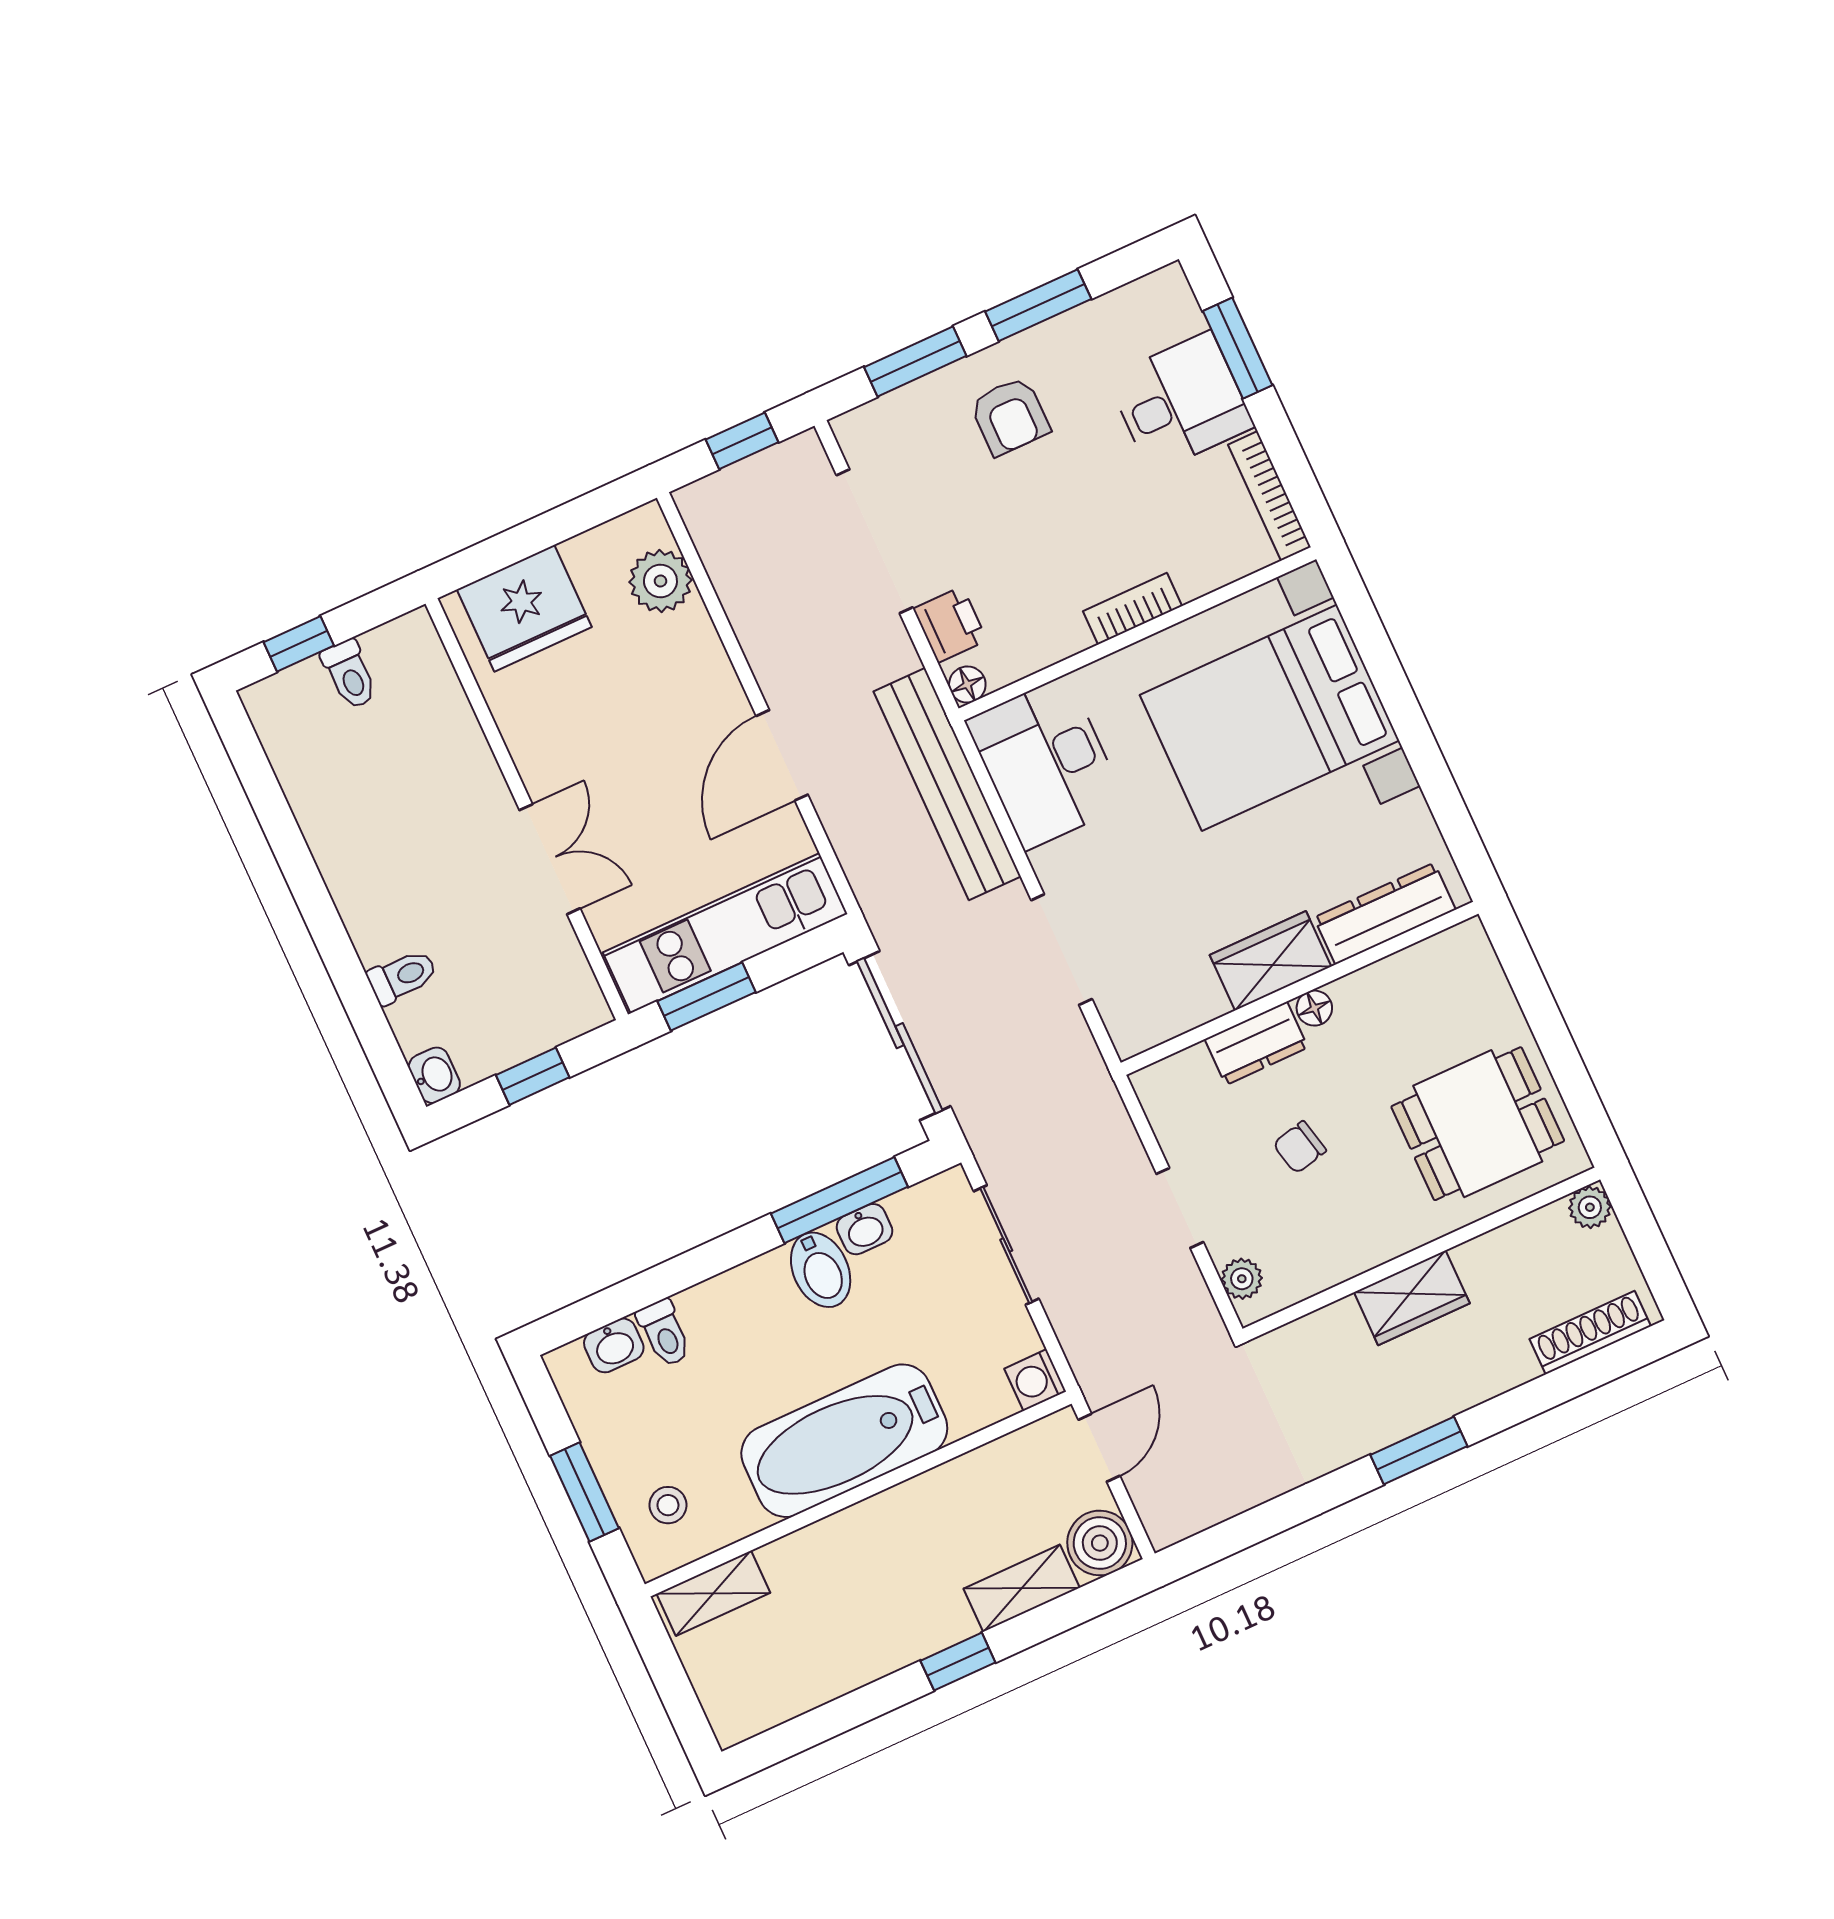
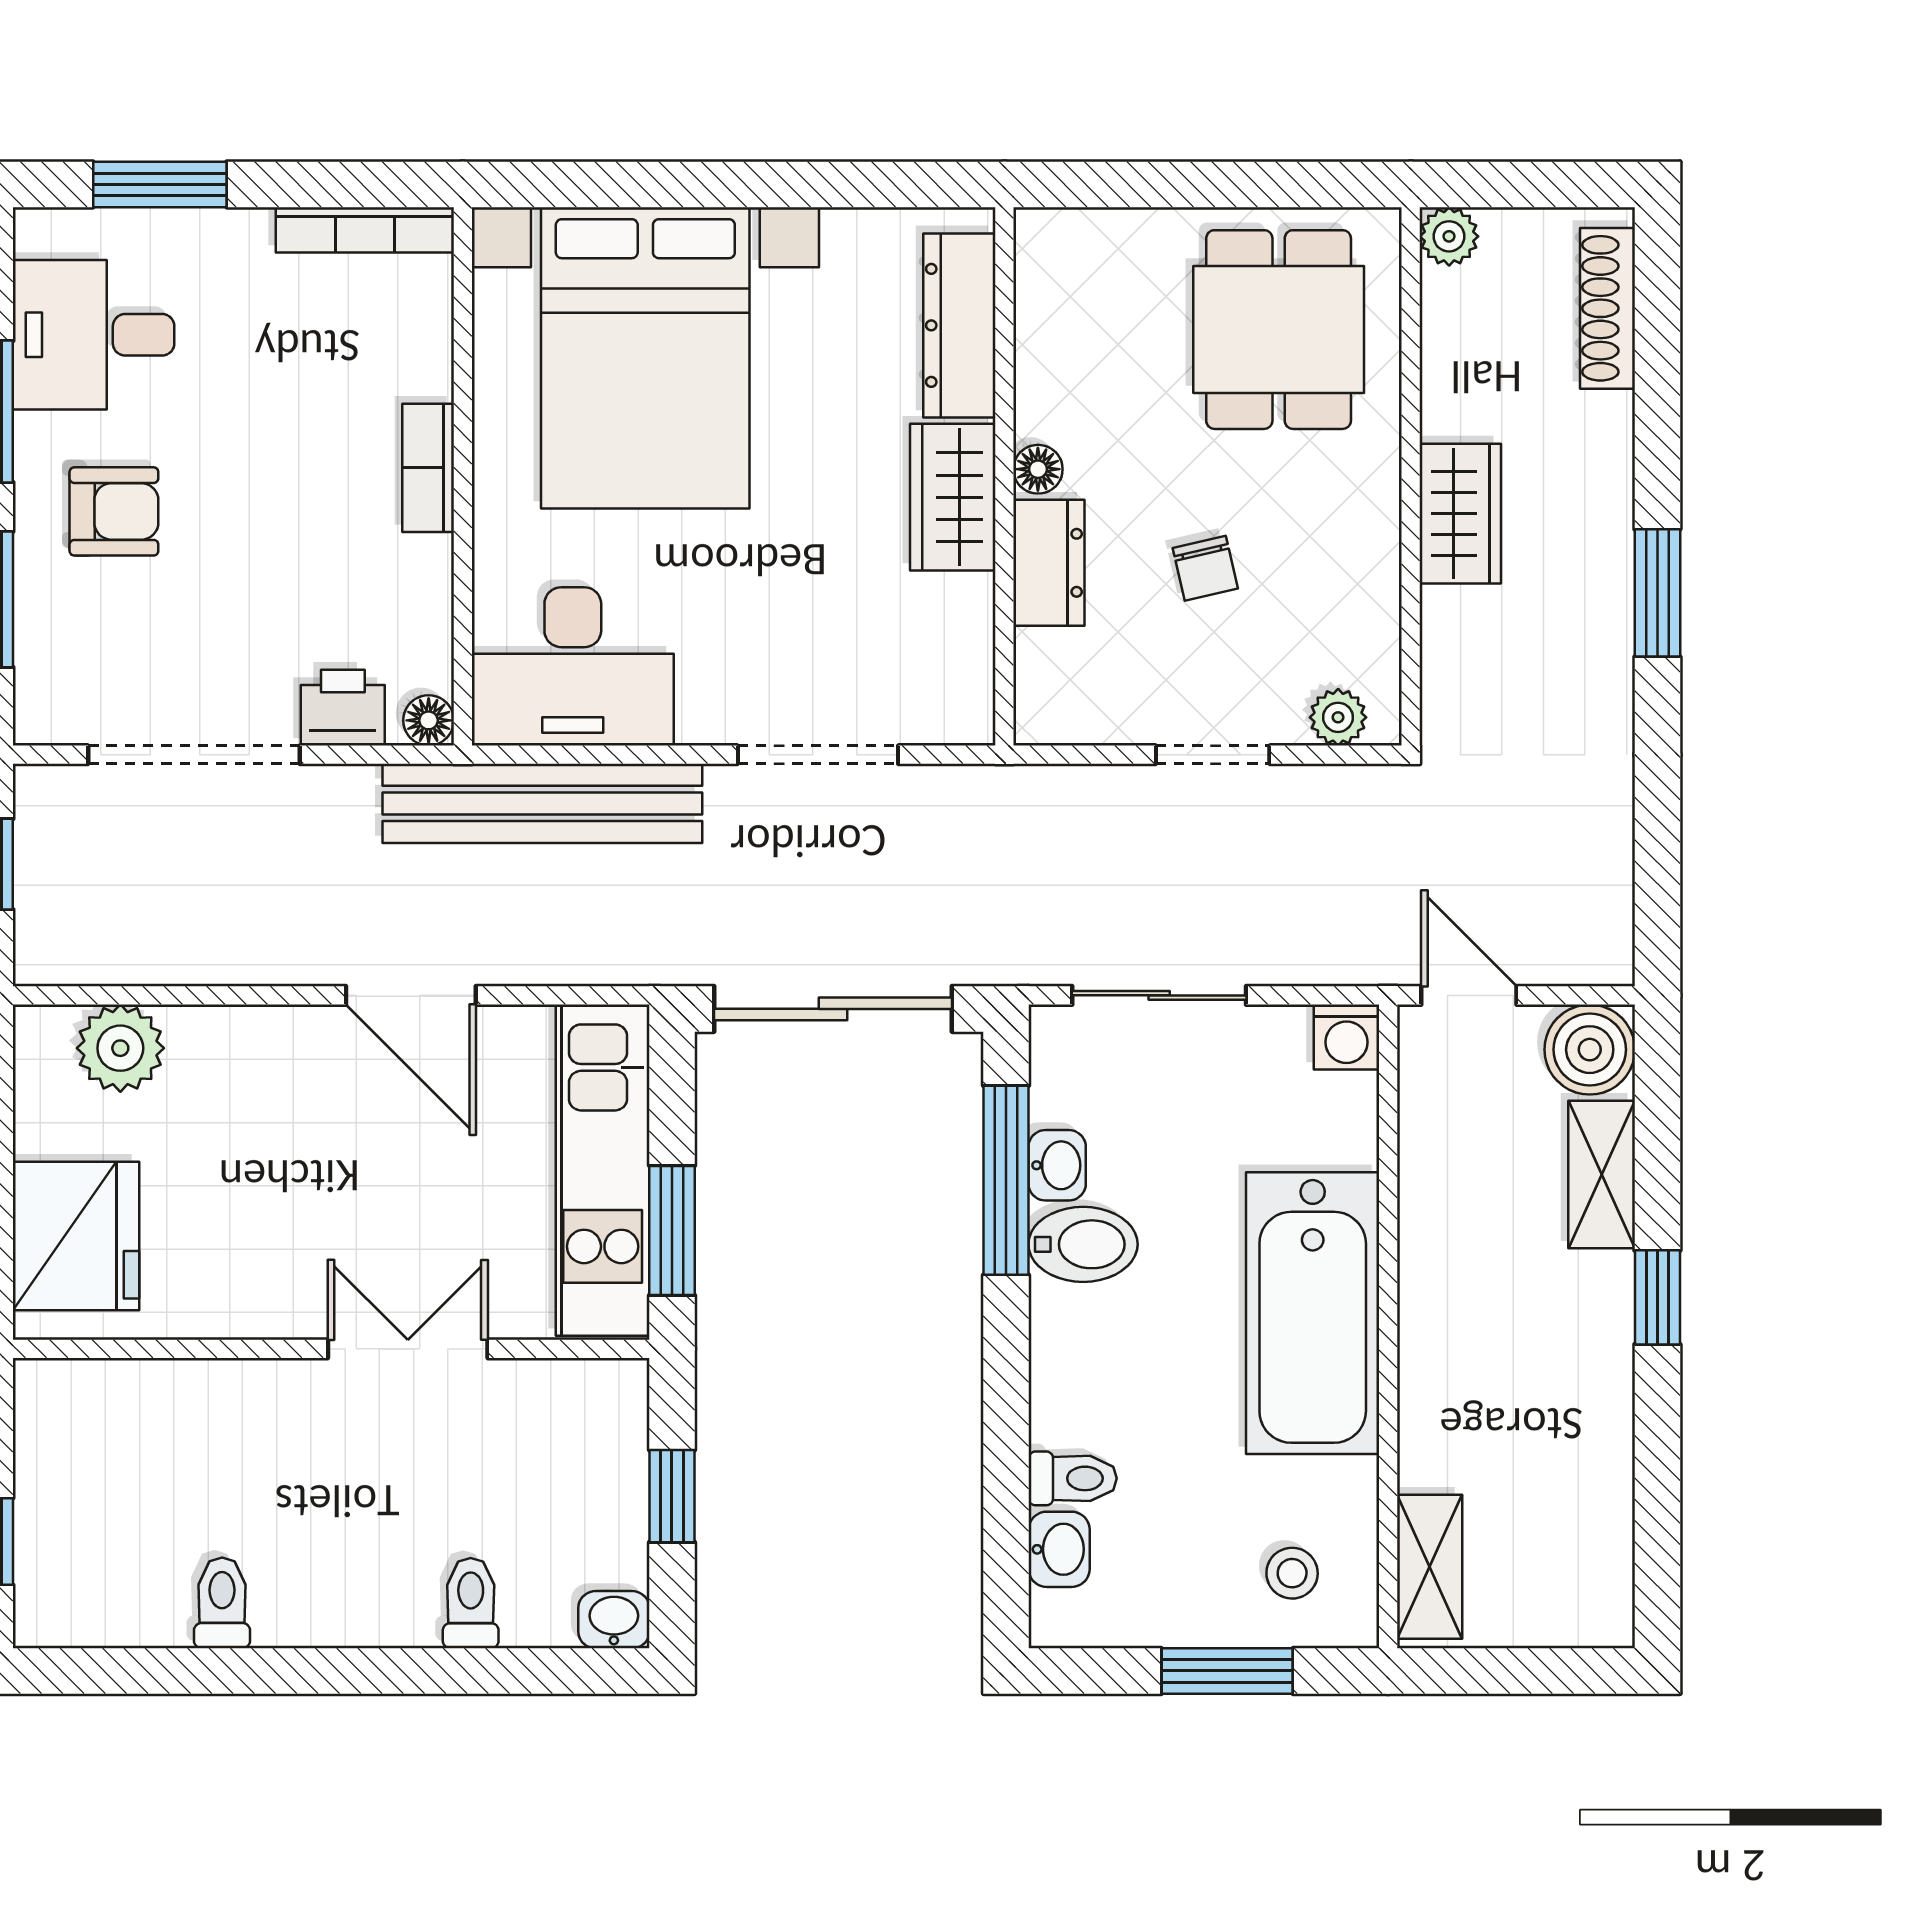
desk: (1181, 402) -> (94, 335), moved, turned -90
toilet: (350, 674) -> (222, 1603), moved, turned -90

